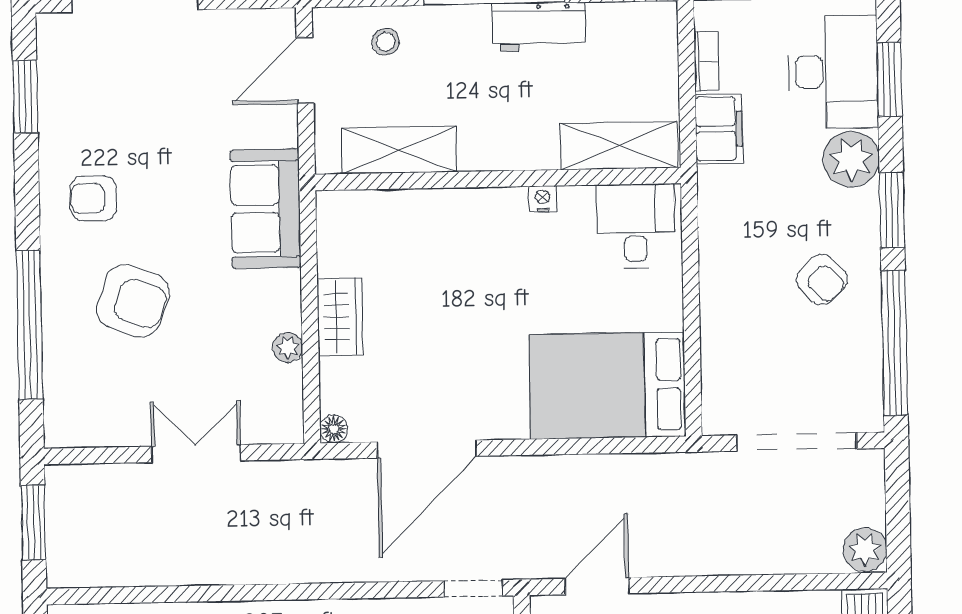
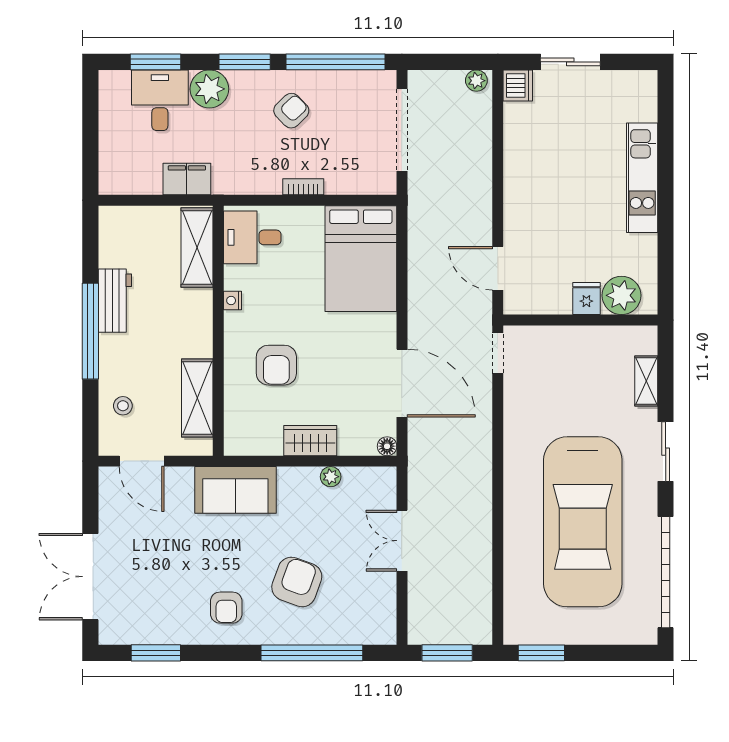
bookcase: (706, 61) -> (303, 187), moved
desk: (833, 72) -> (160, 100), width x0.73
armchair: (449, 265) -> (276, 365), added
plant: (865, 550) -> (476, 81), width x0.73, depth x0.73

